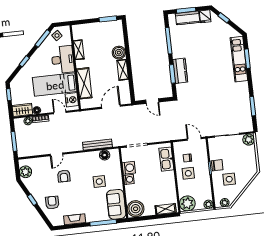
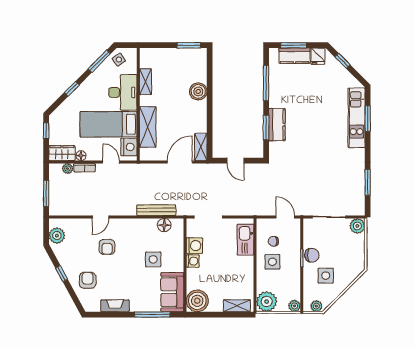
shelving: (123, 70) -> (201, 147), moved

